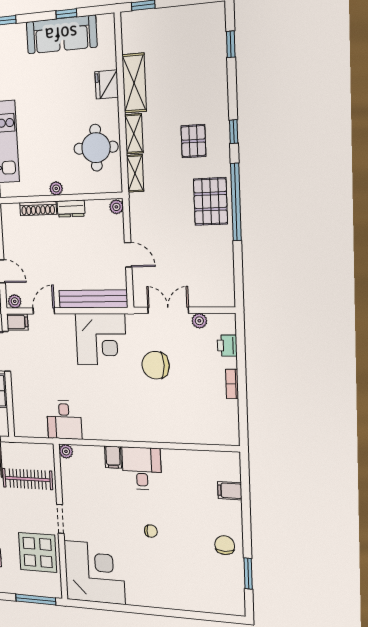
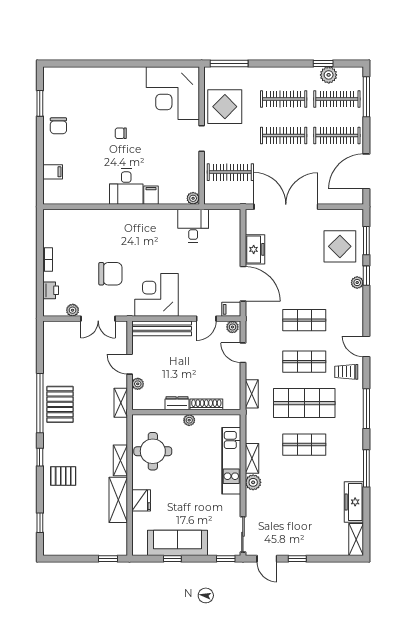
pallet: (193, 141) -> (63, 476), moved, turned 90
shelving: (135, 173) -> (121, 403), moved
plant: (116, 207) -> (138, 384), moved

